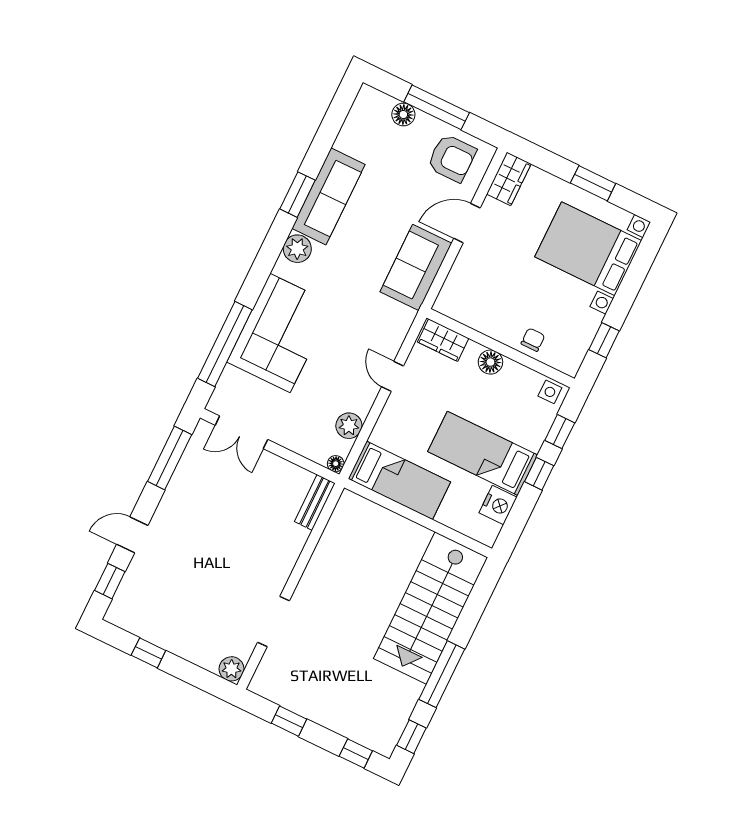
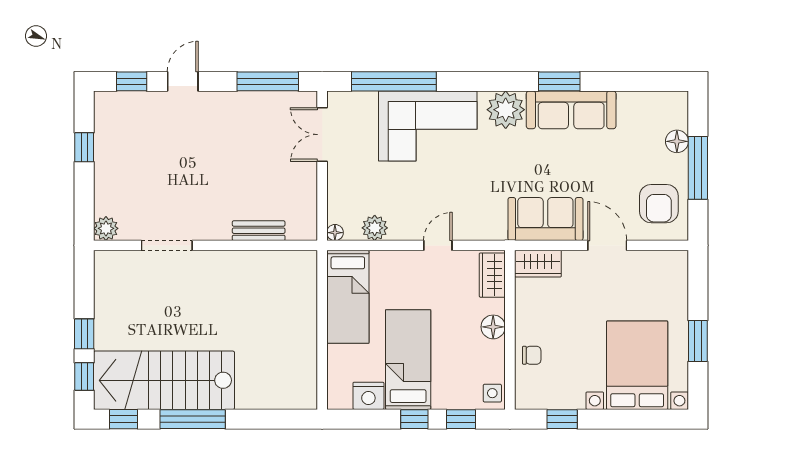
wardrobe: (509, 179) -> (538, 264), moved
plant: (297, 249) -> (506, 110), width x1.36, depth x1.36
bench: (315, 502) -> (259, 231), moved
door: (132, 535) -> (183, 81), hinge flipped
stairs: (431, 608) -> (164, 380), moved
window: (289, 721) -> (84, 334), moved

